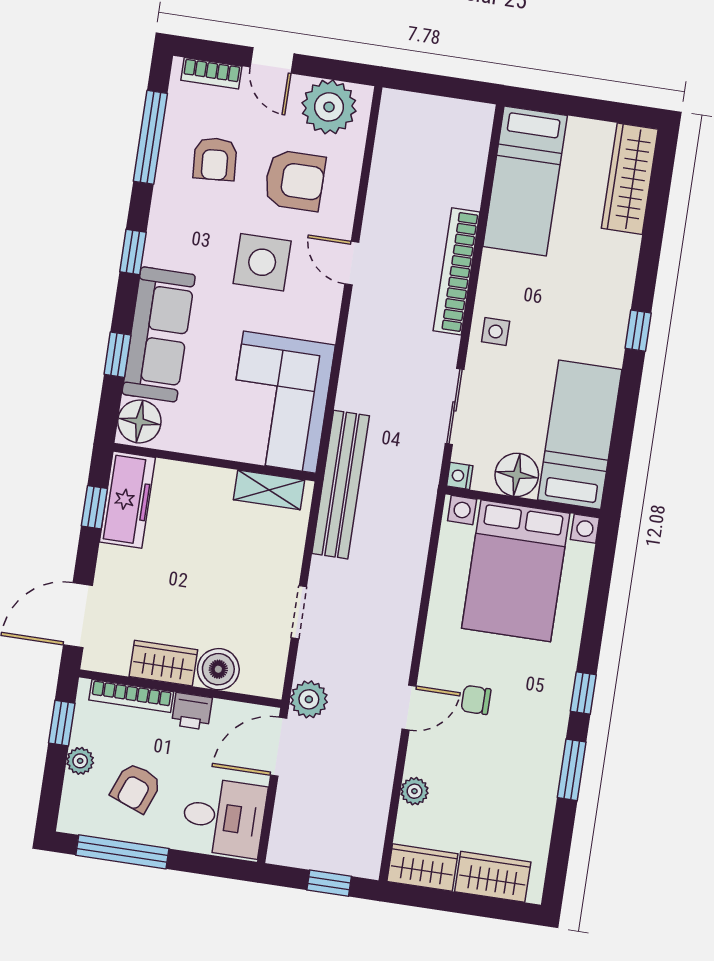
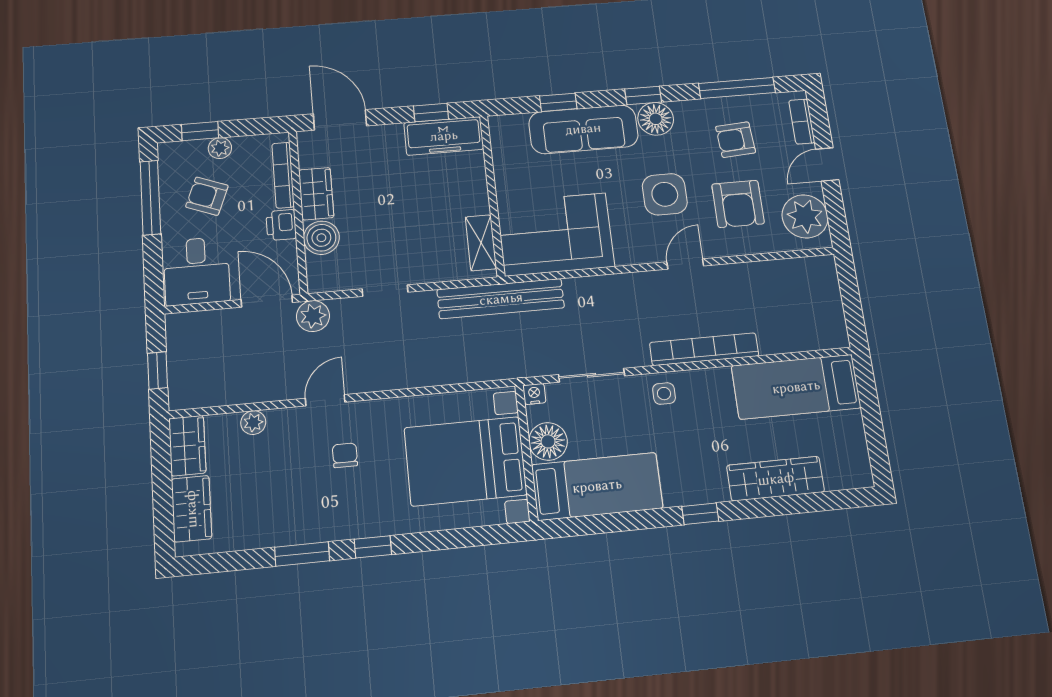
wardrobe: (630, 179) -> (776, 479), moved
floor lamp: (139, 421) -> (656, 119), moved
door: (409, 708) -> (325, 400), swing flipped
window: (62, 723) -> (200, 131), moved

